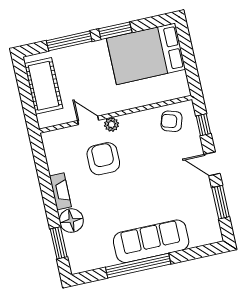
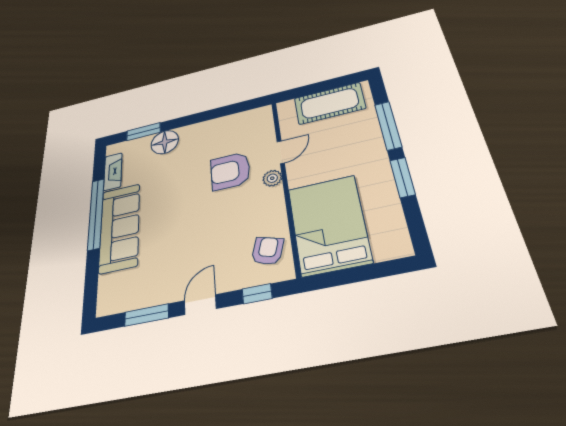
bed: (146, 54) -> (329, 225), moved
armchair: (103, 159) -> (230, 171), turned 180
fireplace: (60, 191) -> (113, 172), moved, turned -90

